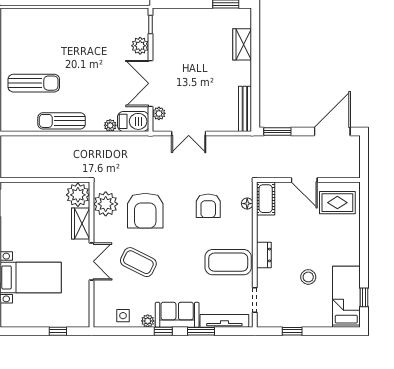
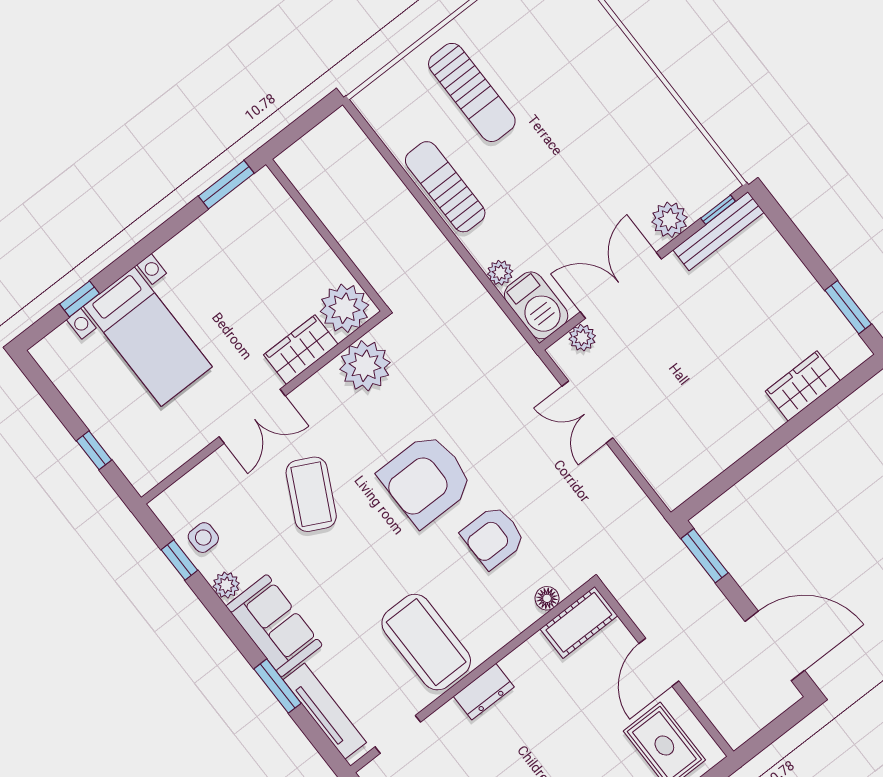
bench: (245, 109) -> (718, 231), moved
armchair: (145, 211) -> (426, 480), moved
window: (163, 331) -> (179, 560), moved

